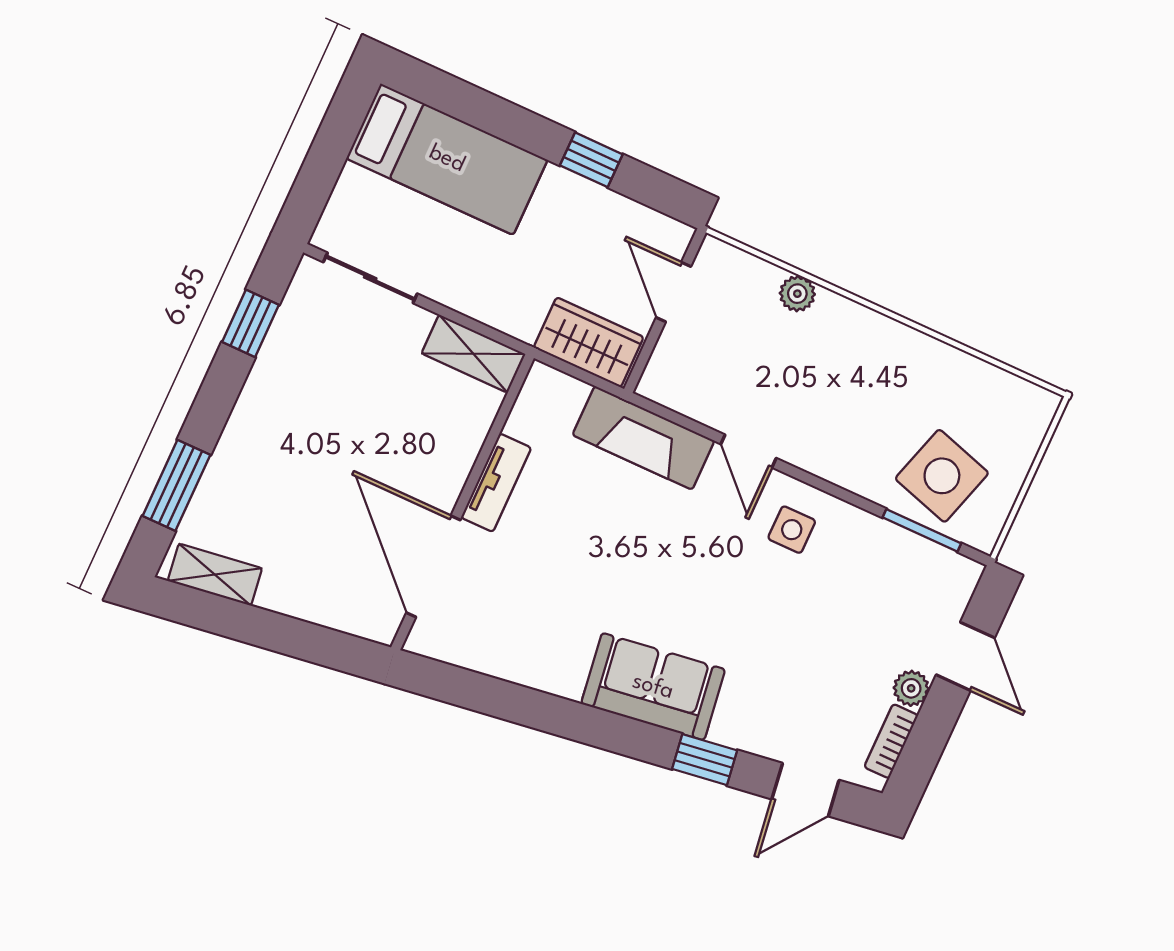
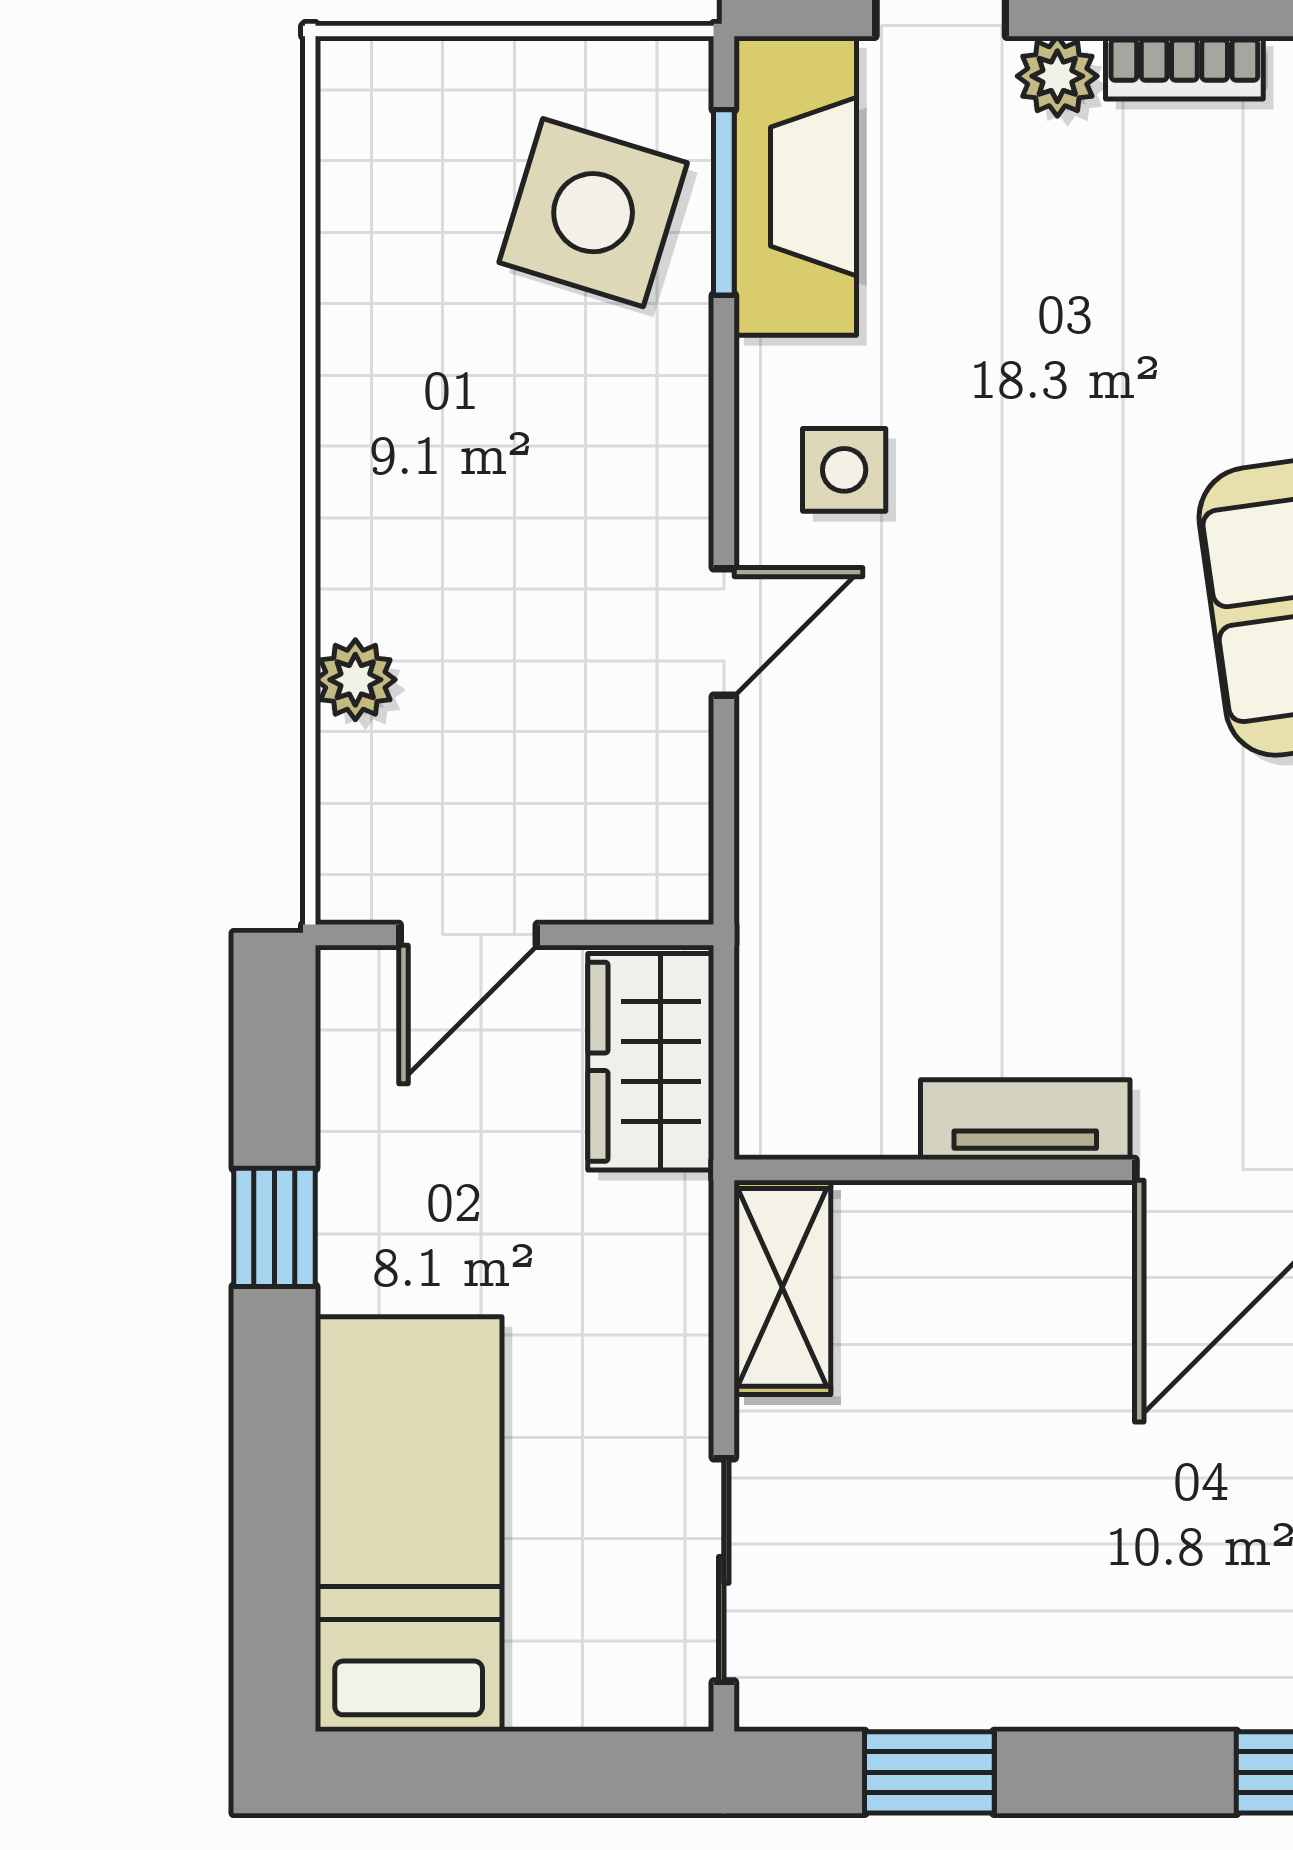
fireplace: (643, 438) -> (795, 187), moved

